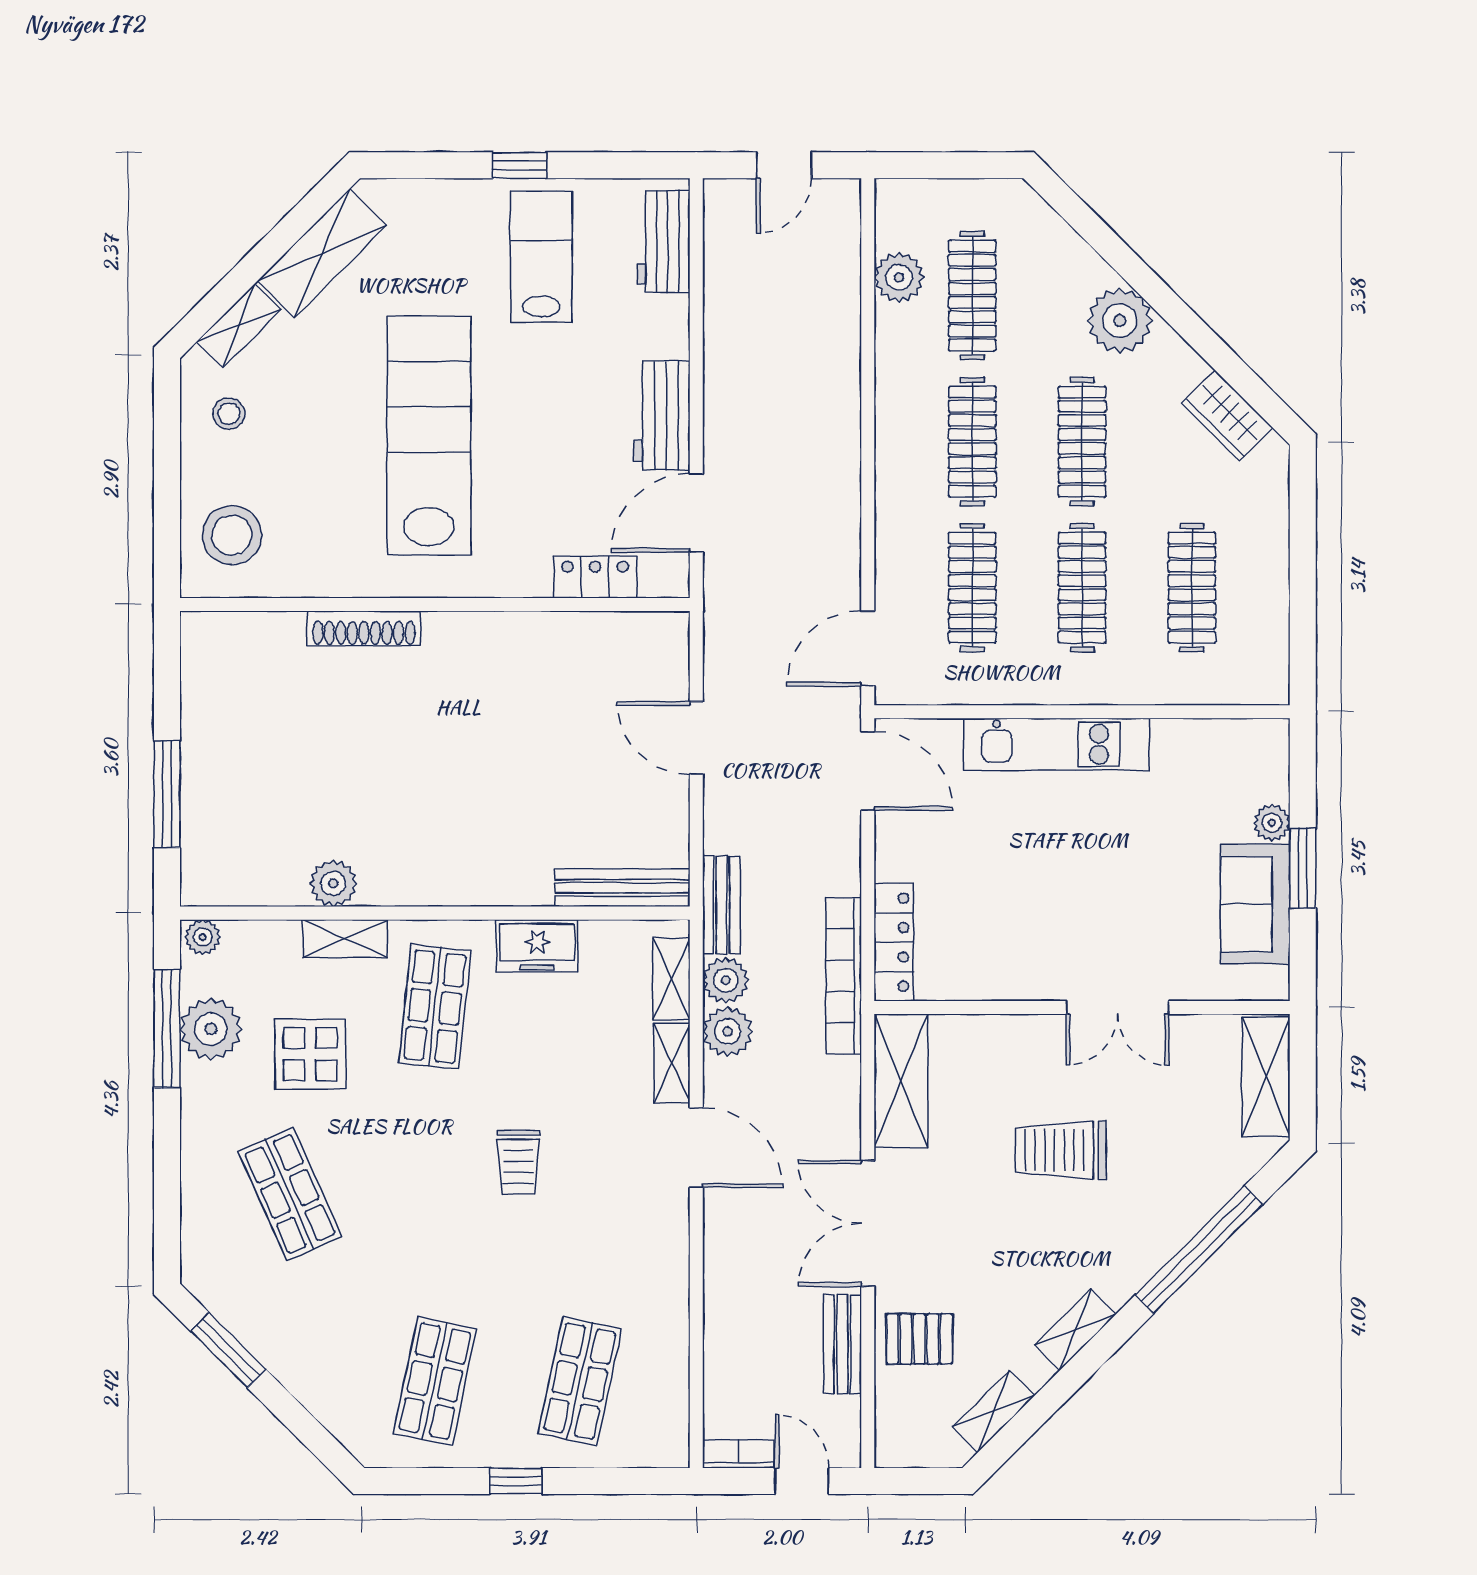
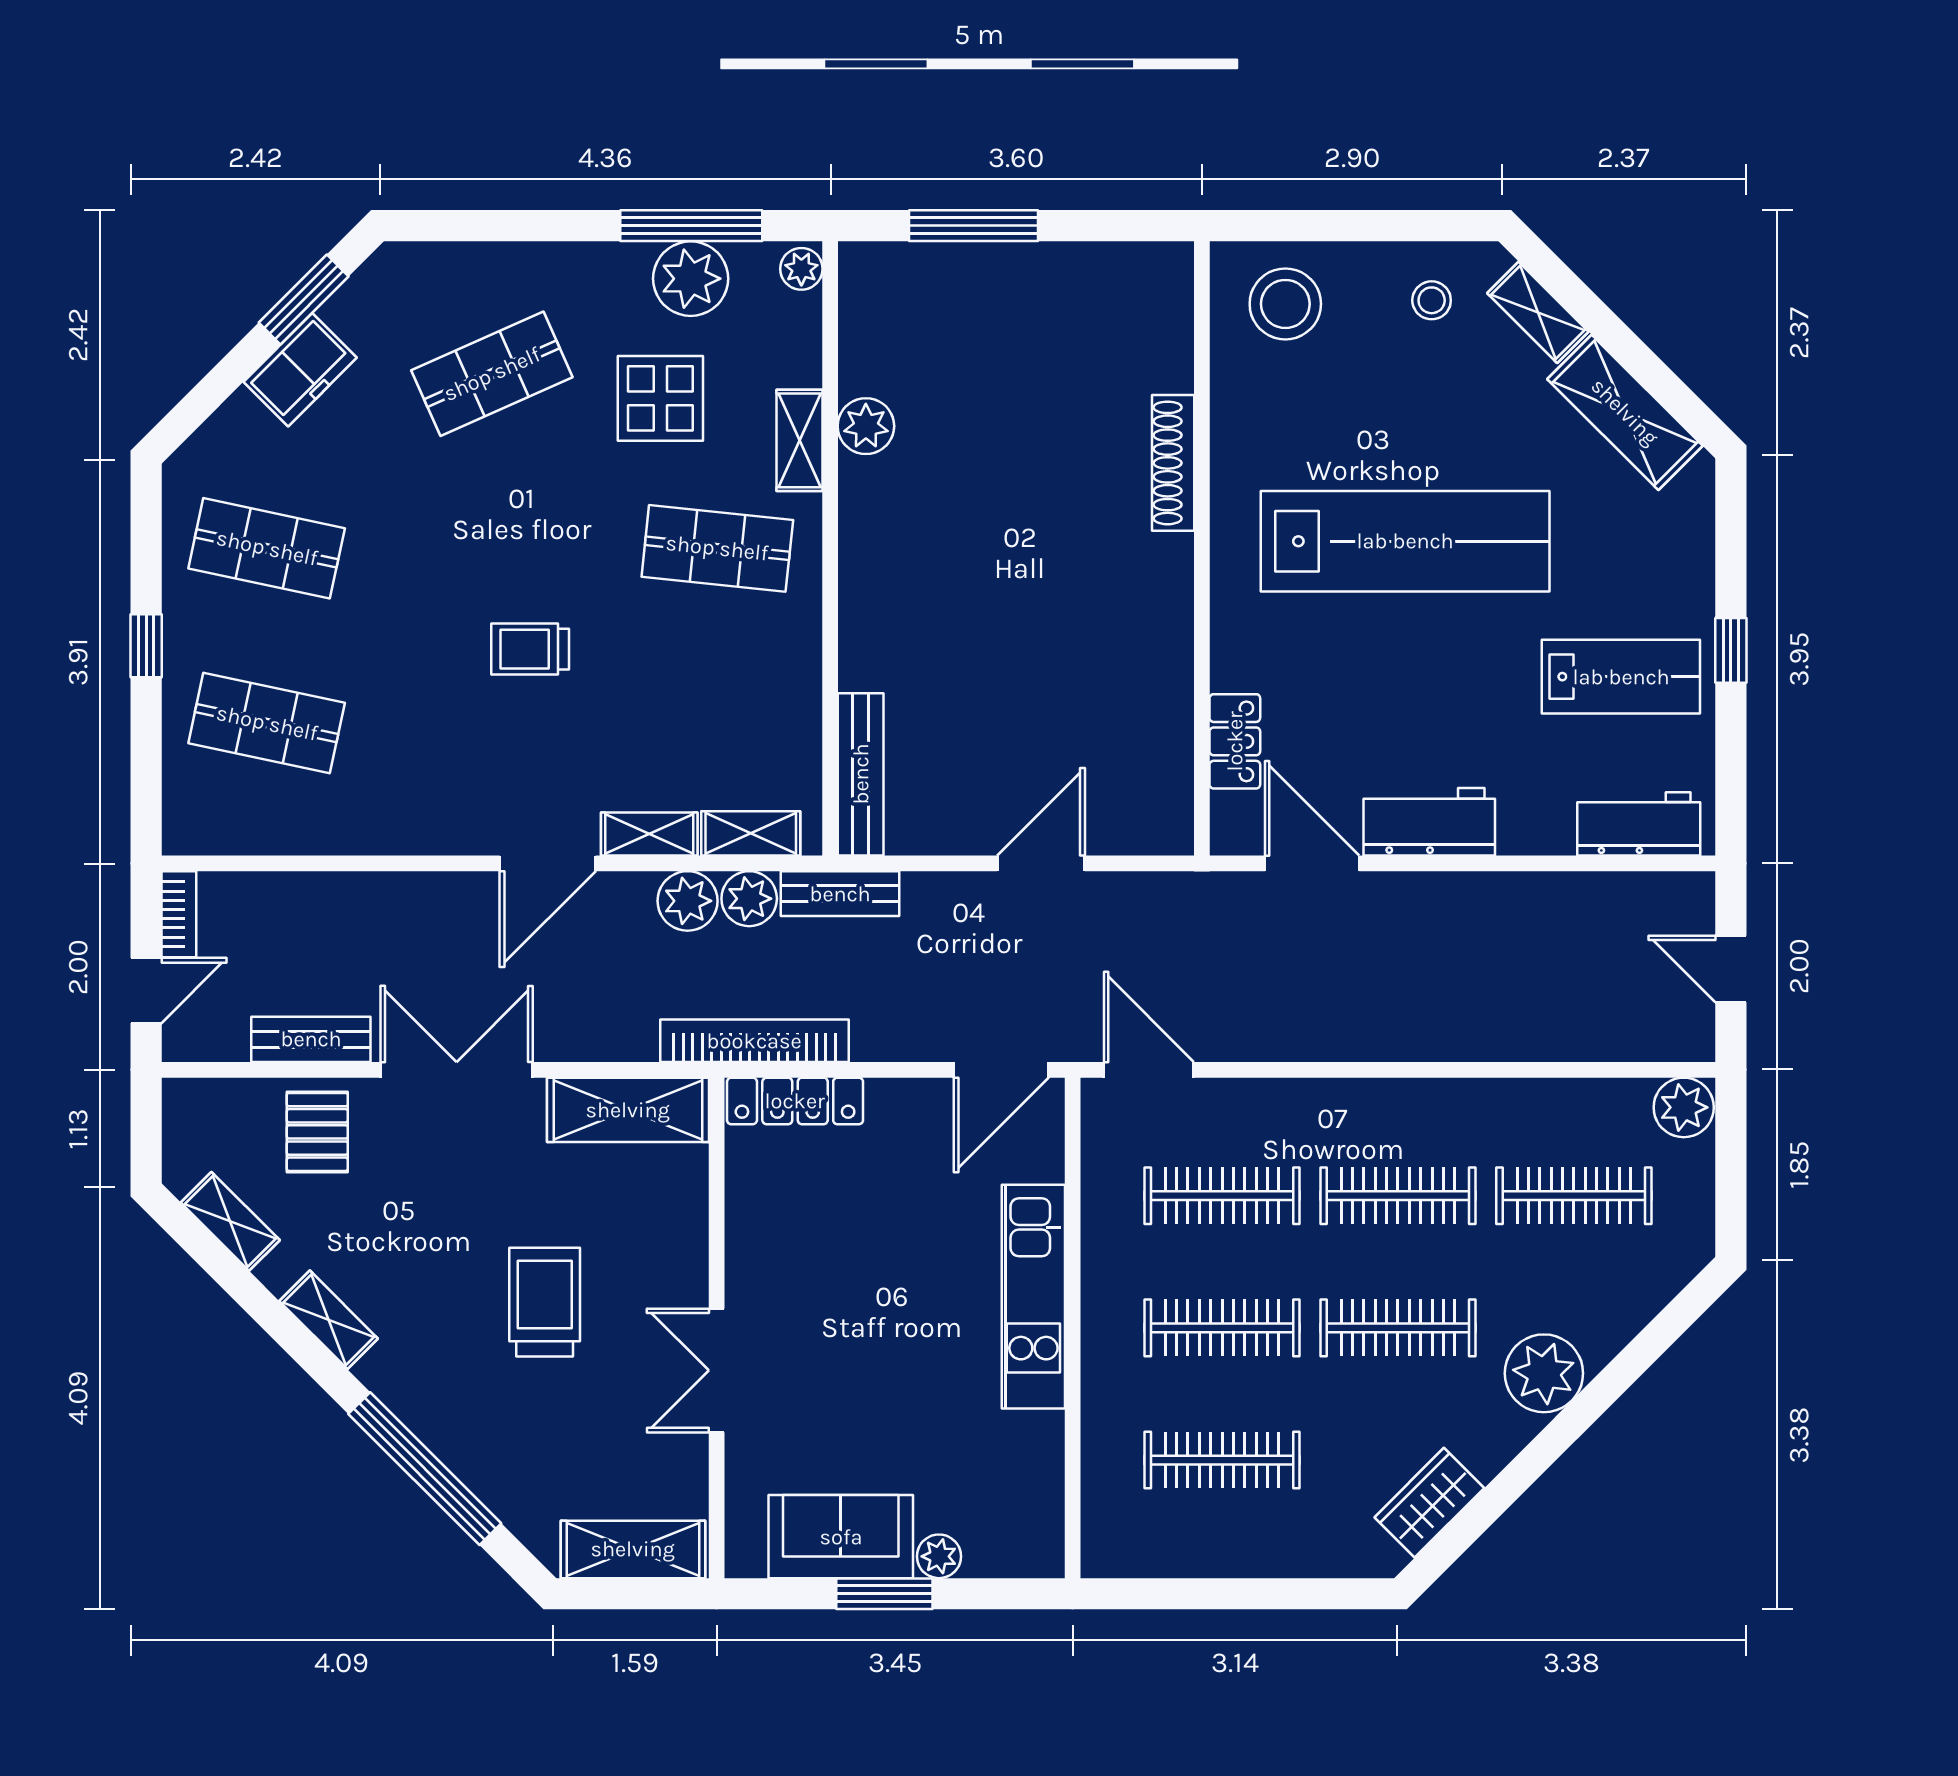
plant: (899, 277) -> (1684, 1107), moved
freezer: (537, 946) -> (300, 370), moved, turned -135

